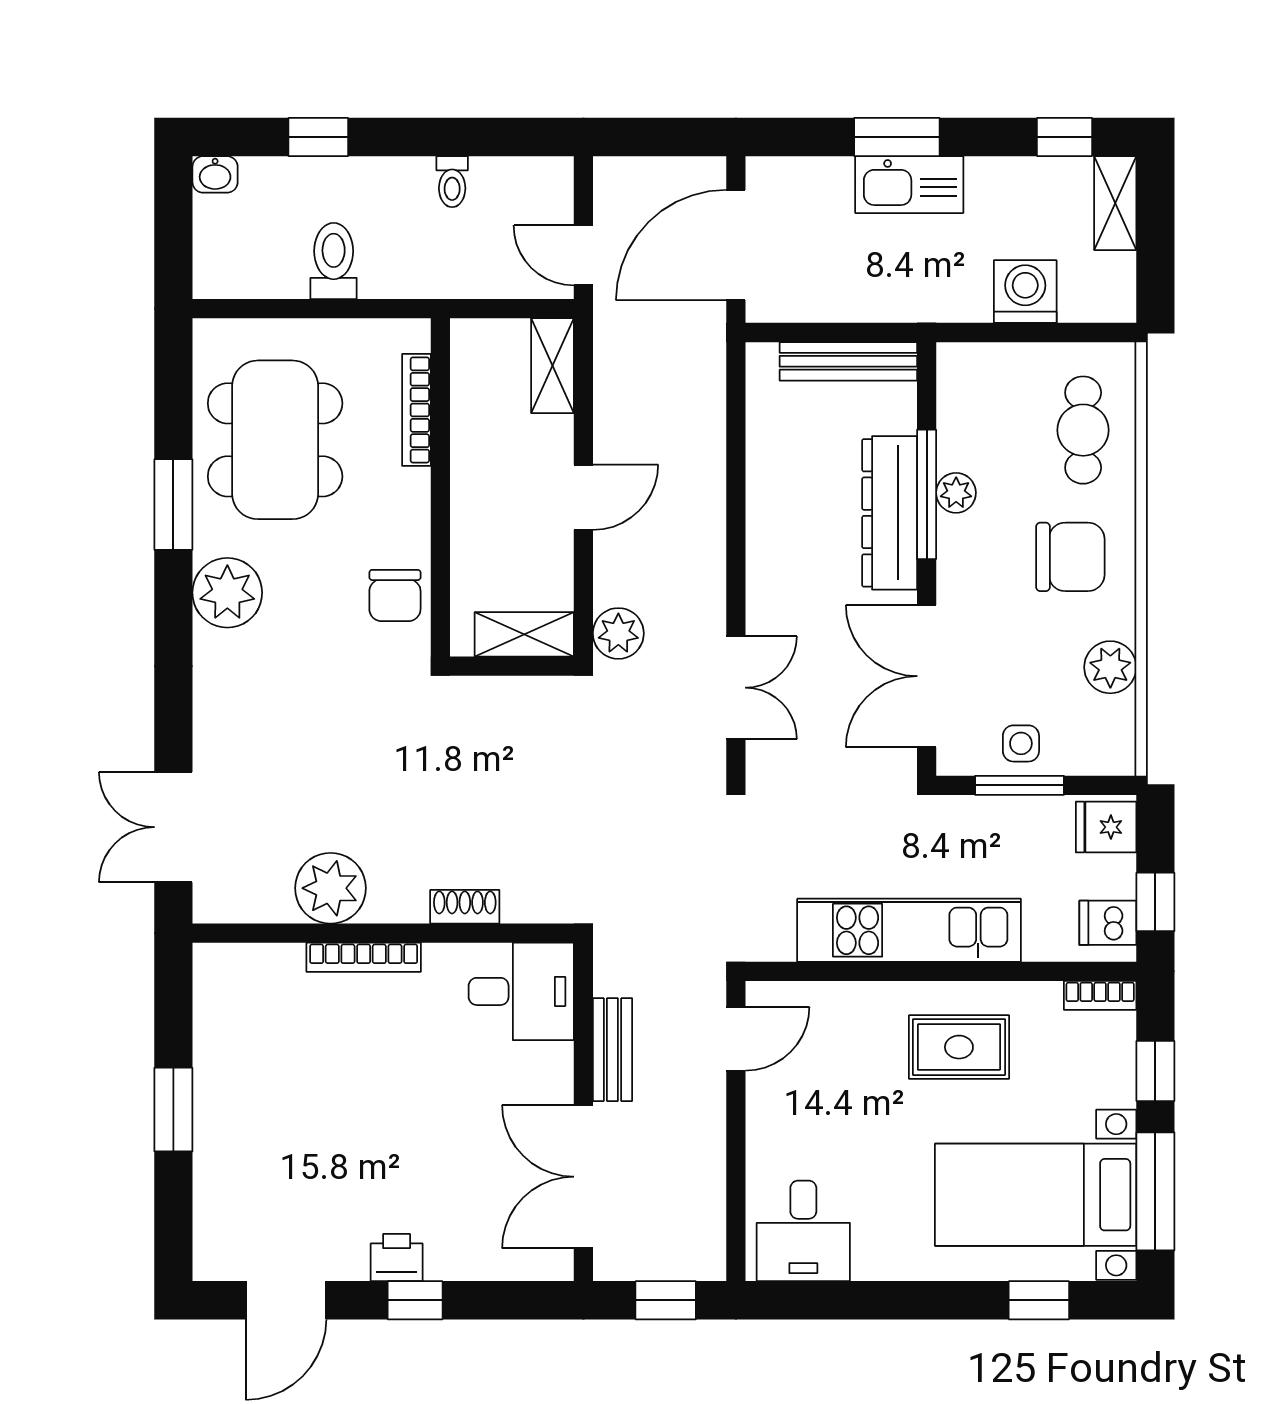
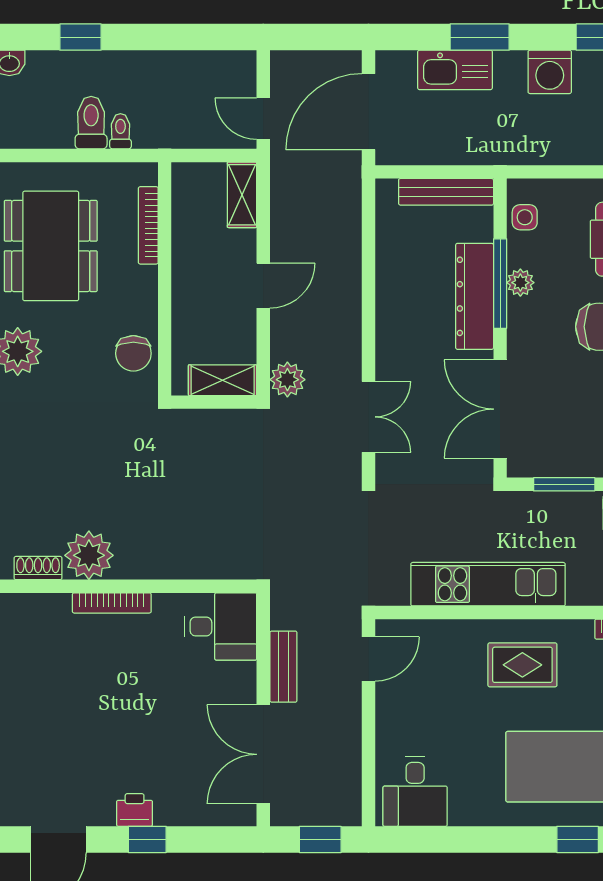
toilet: (452, 182) -> (120, 131), moved, turned 180
kitchen sink: (909, 185) -> (455, 70), moved
washing machine: (1025, 292) -> (550, 72), moved, turned 180
side table: (1021, 743) -> (525, 217), moved
shoe rack: (465, 907) -> (38, 568), moved

